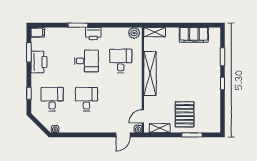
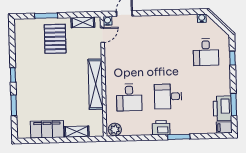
shelving: (155, 32) -> (77, 132), moved
printer: (39, 62) -> (222, 108), moved
desk: (86, 99) -> (167, 53), removed

